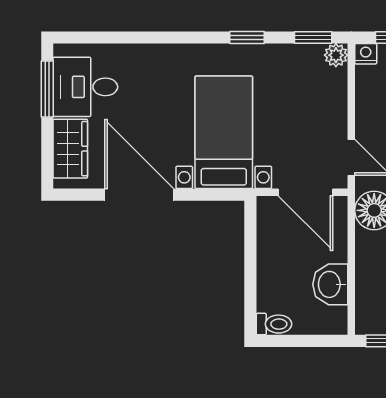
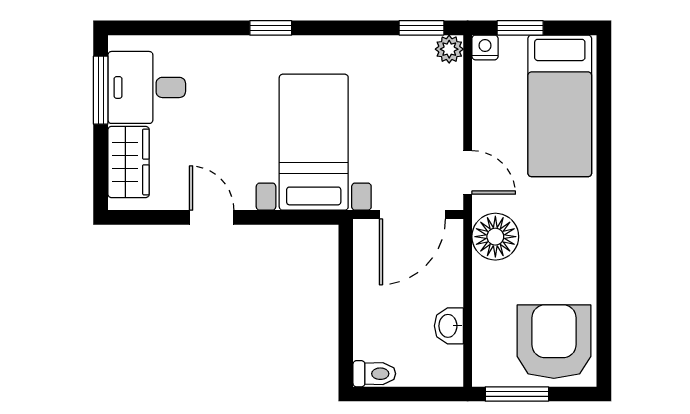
window: (247, 38) -> (271, 28), moved
door: (305, 192) -> (412, 215), hinge flipped
door: (139, 195) -> (212, 217), width x0.53
washbasin: (330, 284) -> (449, 326), width x0.72, depth x0.69

